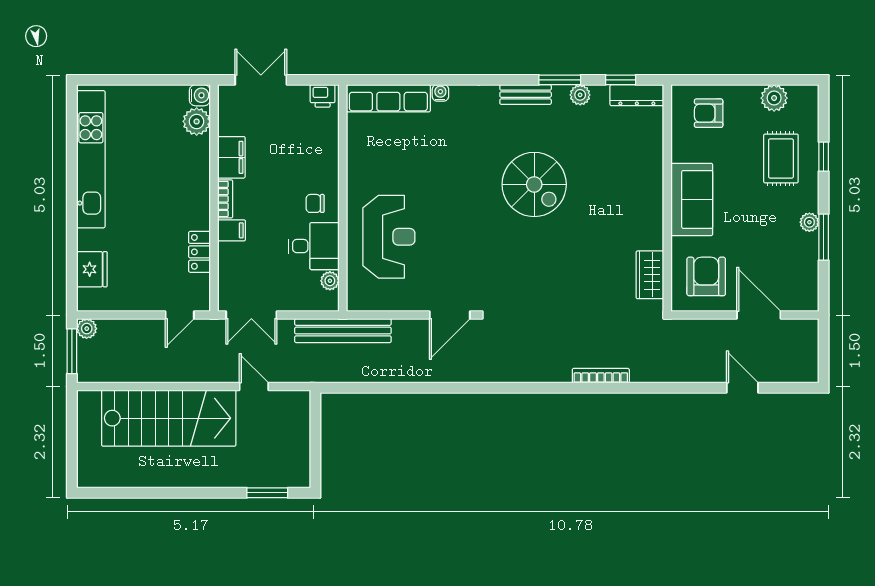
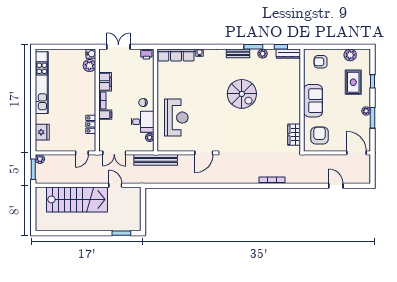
door: (759, 315) -> (356, 153), moved

